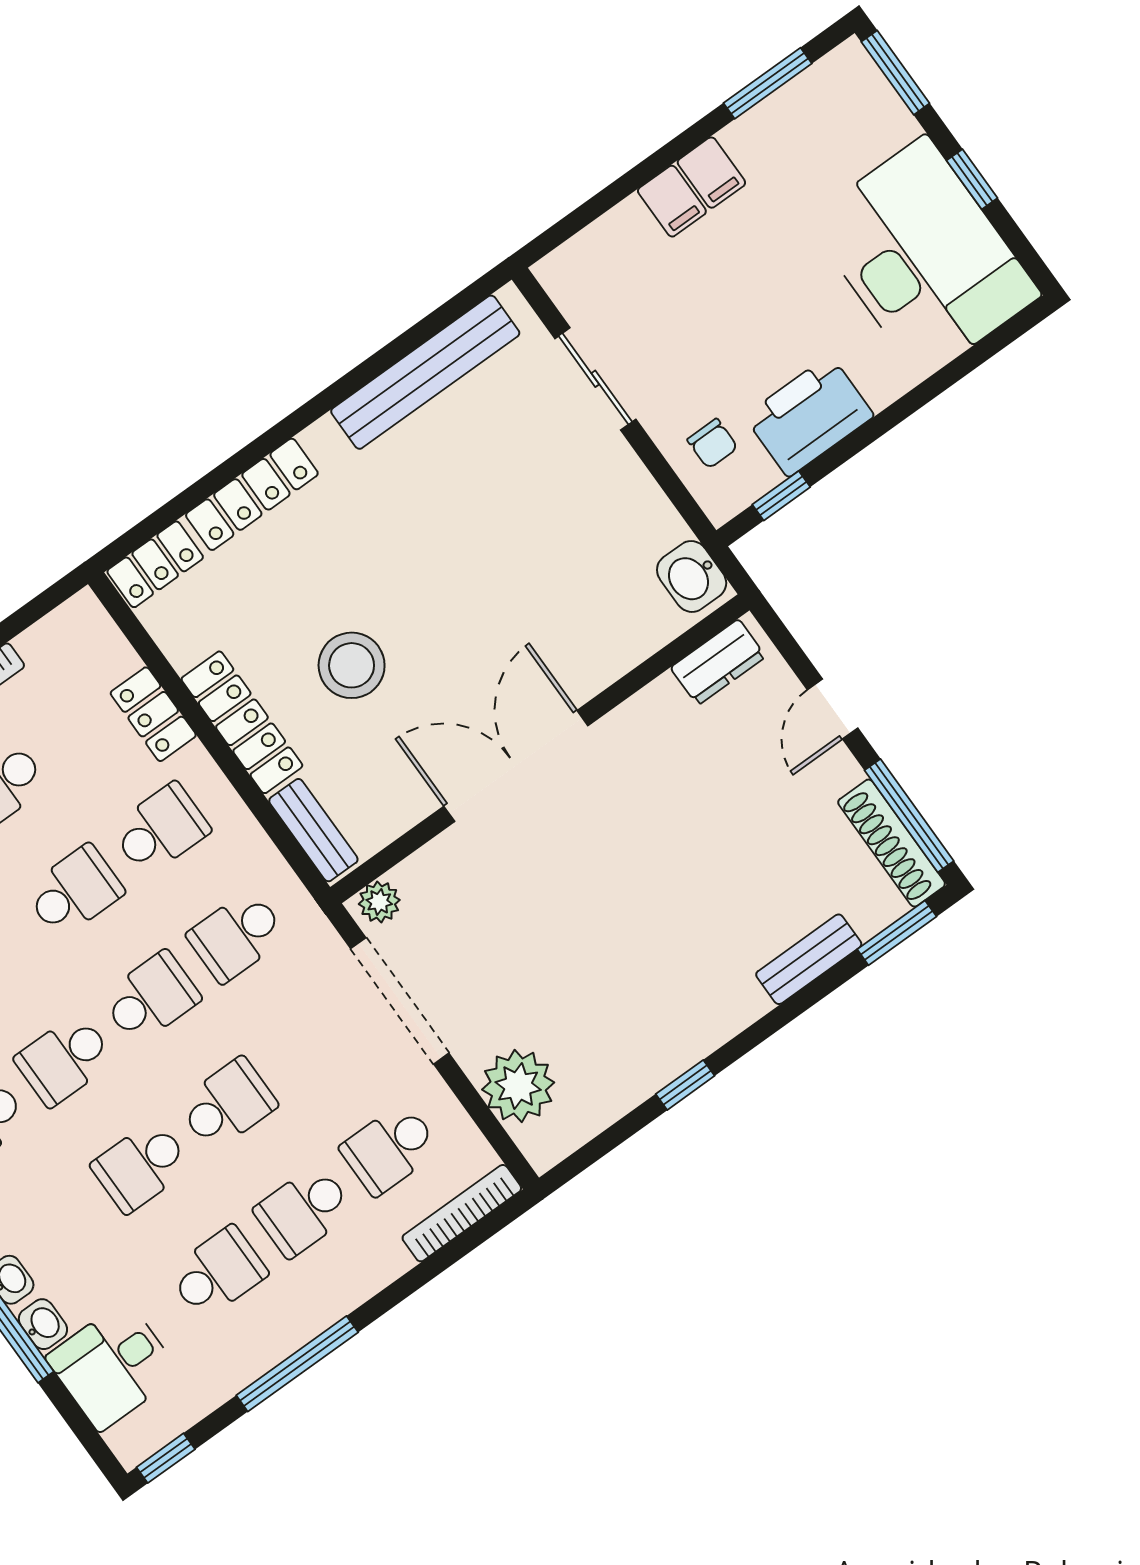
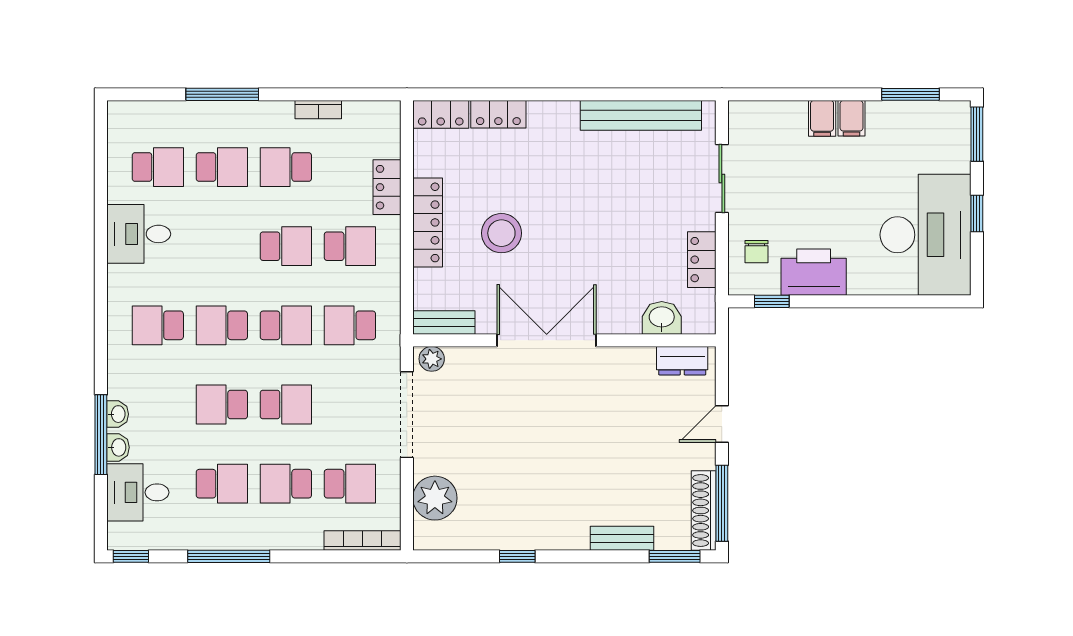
locker: (252, 494) -> (498, 114), width x0.66
locker: (647, 507) -> (702, 260), added
washbasin: (692, 577) -> (662, 318), moved, turned 90
bench: (313, 830) -> (444, 322), moved, turned 90
school desk: (390, 1149) -> (350, 484), turned 180

